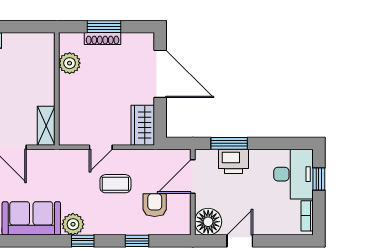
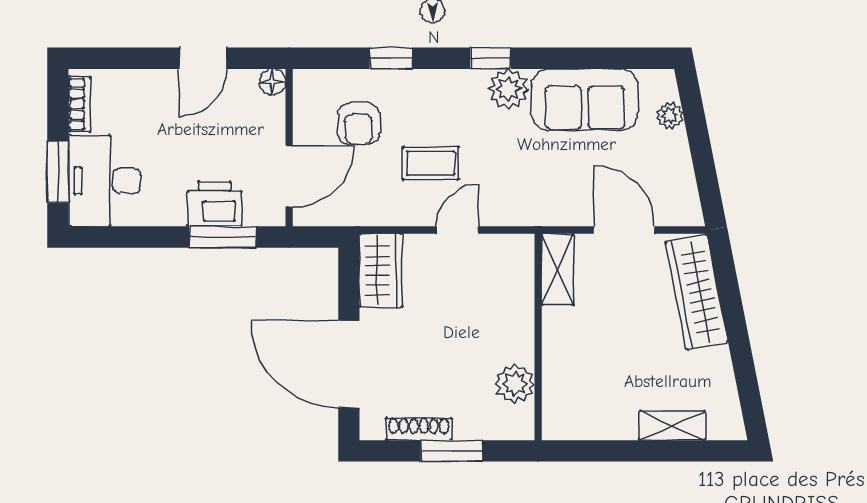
shoe rack: (103, 38) -> (419, 429), moved
window: (319, 179) -> (58, 172), width x1.50
floor lamp: (208, 222) -> (273, 82), width x0.53, depth x0.53

